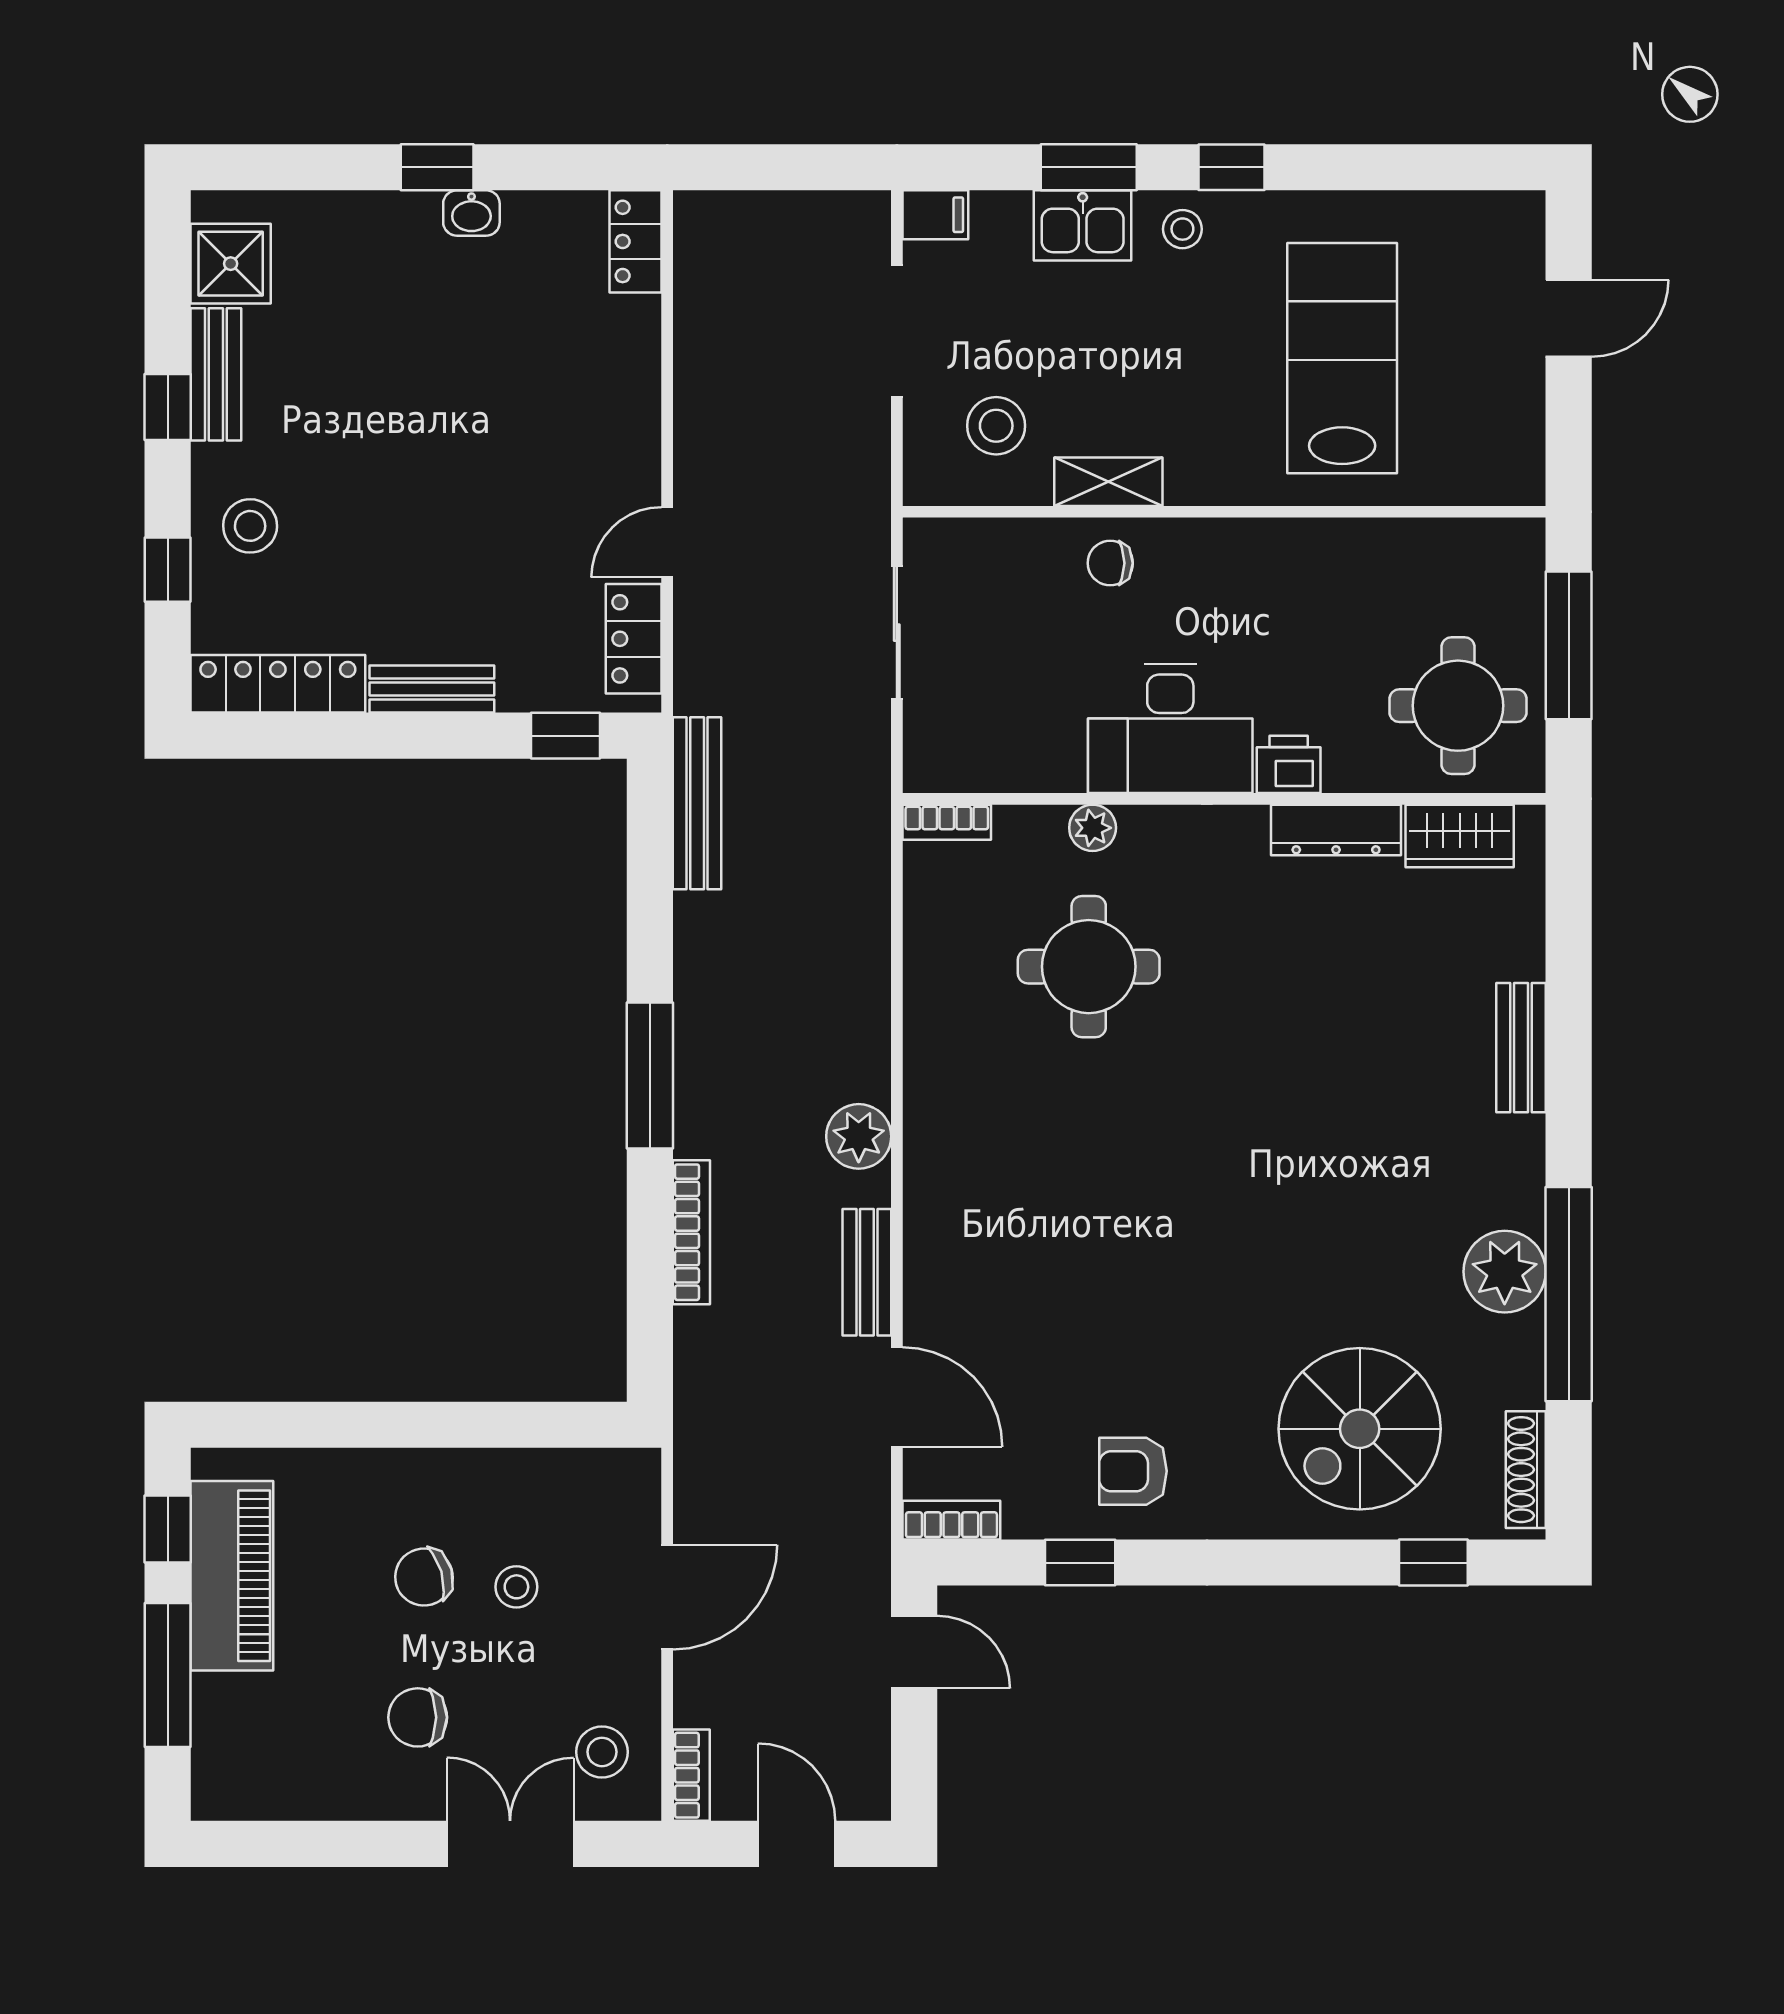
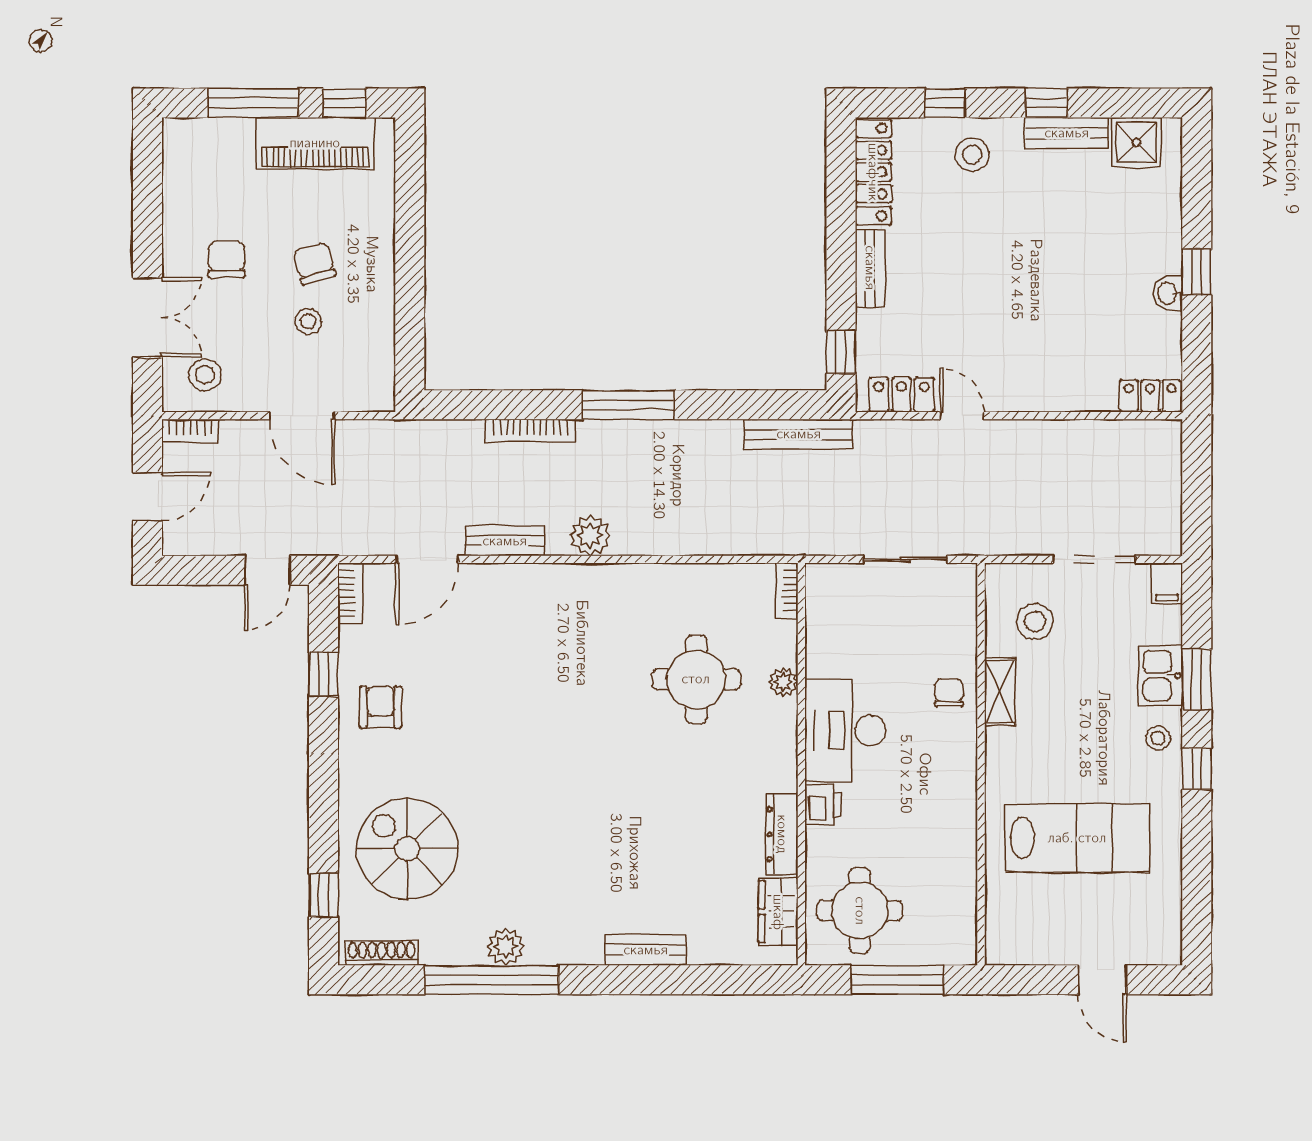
plant: (1505, 1272) -> (506, 947), width x0.73, depth x0.73

